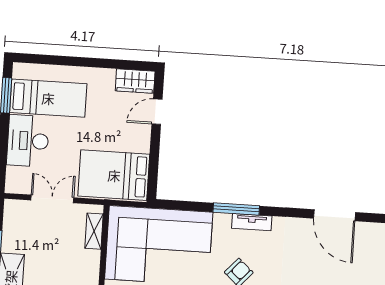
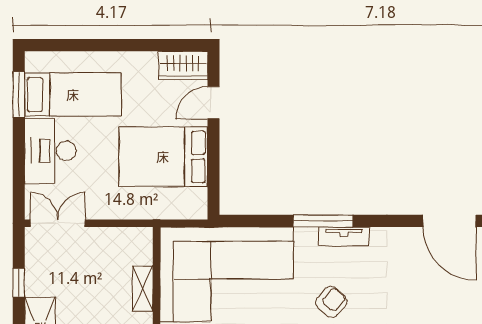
bed: (114, 175) -> (163, 157), moved
double door: (52, 199) -> (58, 223), moved
shelving: (94, 231) -> (143, 289), moved

